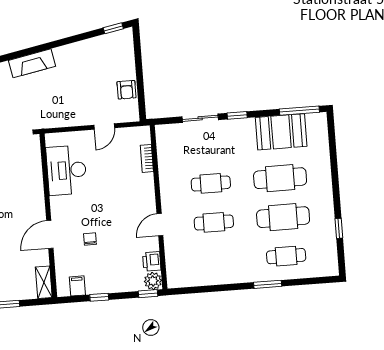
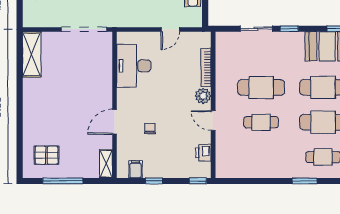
bookcase: (147, 158) -> (206, 68), width x1.56
cafe table: (211, 183) -> (261, 87), width x1.37, depth x1.35
door: (160, 225) -> (213, 121), hinge flipped
plant: (153, 281) -> (203, 96), moved

